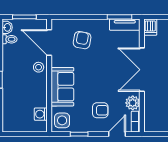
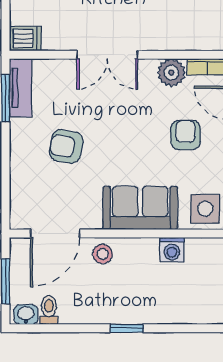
armchair: (82, 40) -> (66, 147), moved
double door: (142, 70) -> (107, 55), width x0.73
washing machine: (41, 114) -> (172, 250), moved

